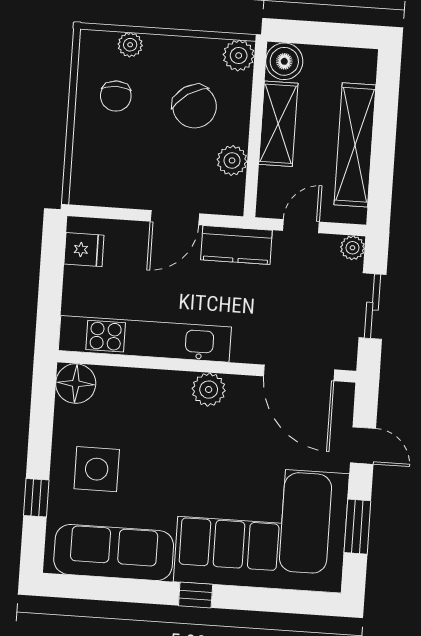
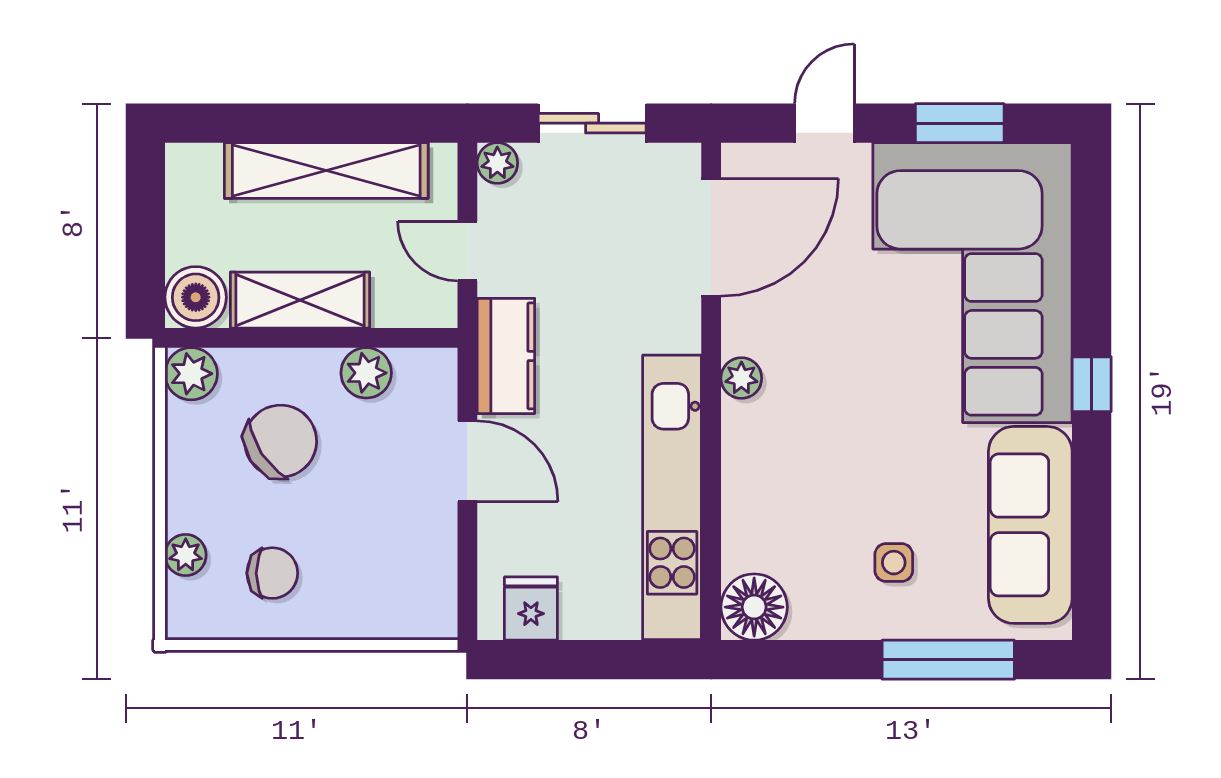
plant: (209, 390) -> (741, 378), width x0.73, depth x0.73
side table: (97, 469) -> (894, 563), width x0.54, depth x0.54
window: (36, 498) -> (948, 660), width x2.17

